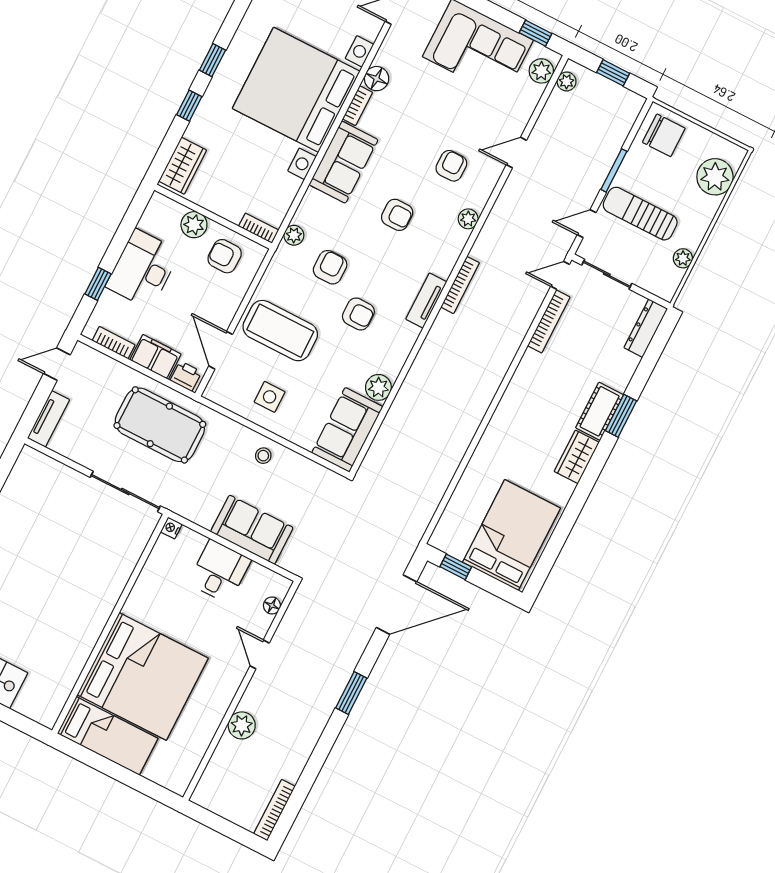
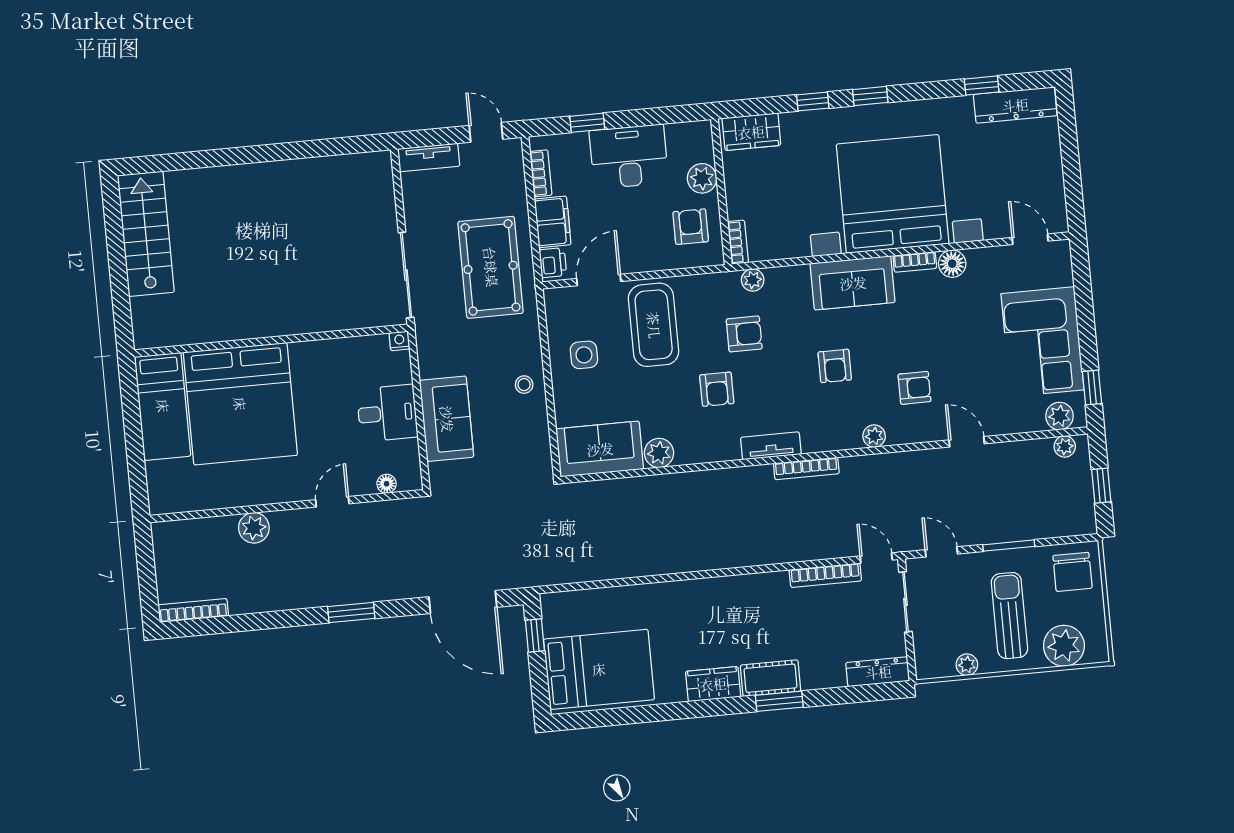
sun lounger: (640, 214) -> (1009, 616), moved

